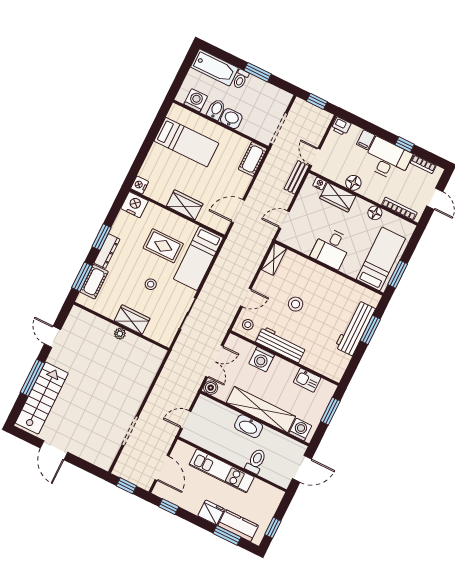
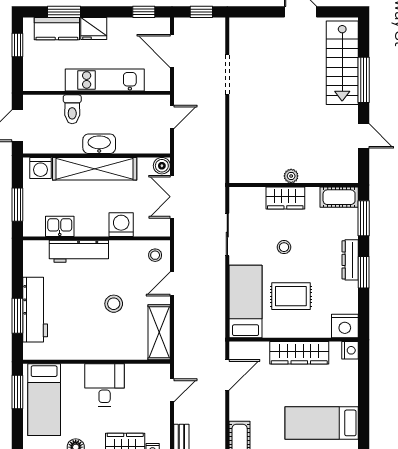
wardrobe: (185, 205) -> (299, 353), width x1.50
shelving: (274, 259) -> (159, 332), width x1.50, depth x1.33
cot: (94, 282) -> (339, 197), moved, turned 90
workbench: (281, 344) -> (79, 251), moved

